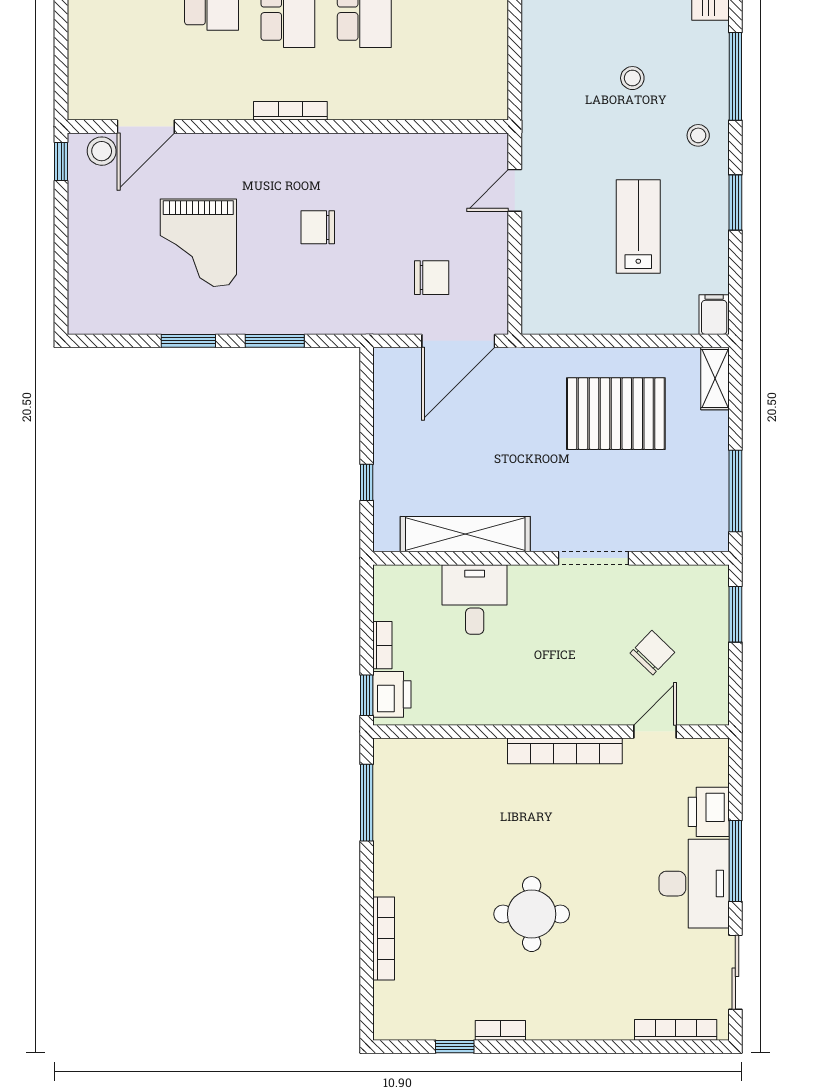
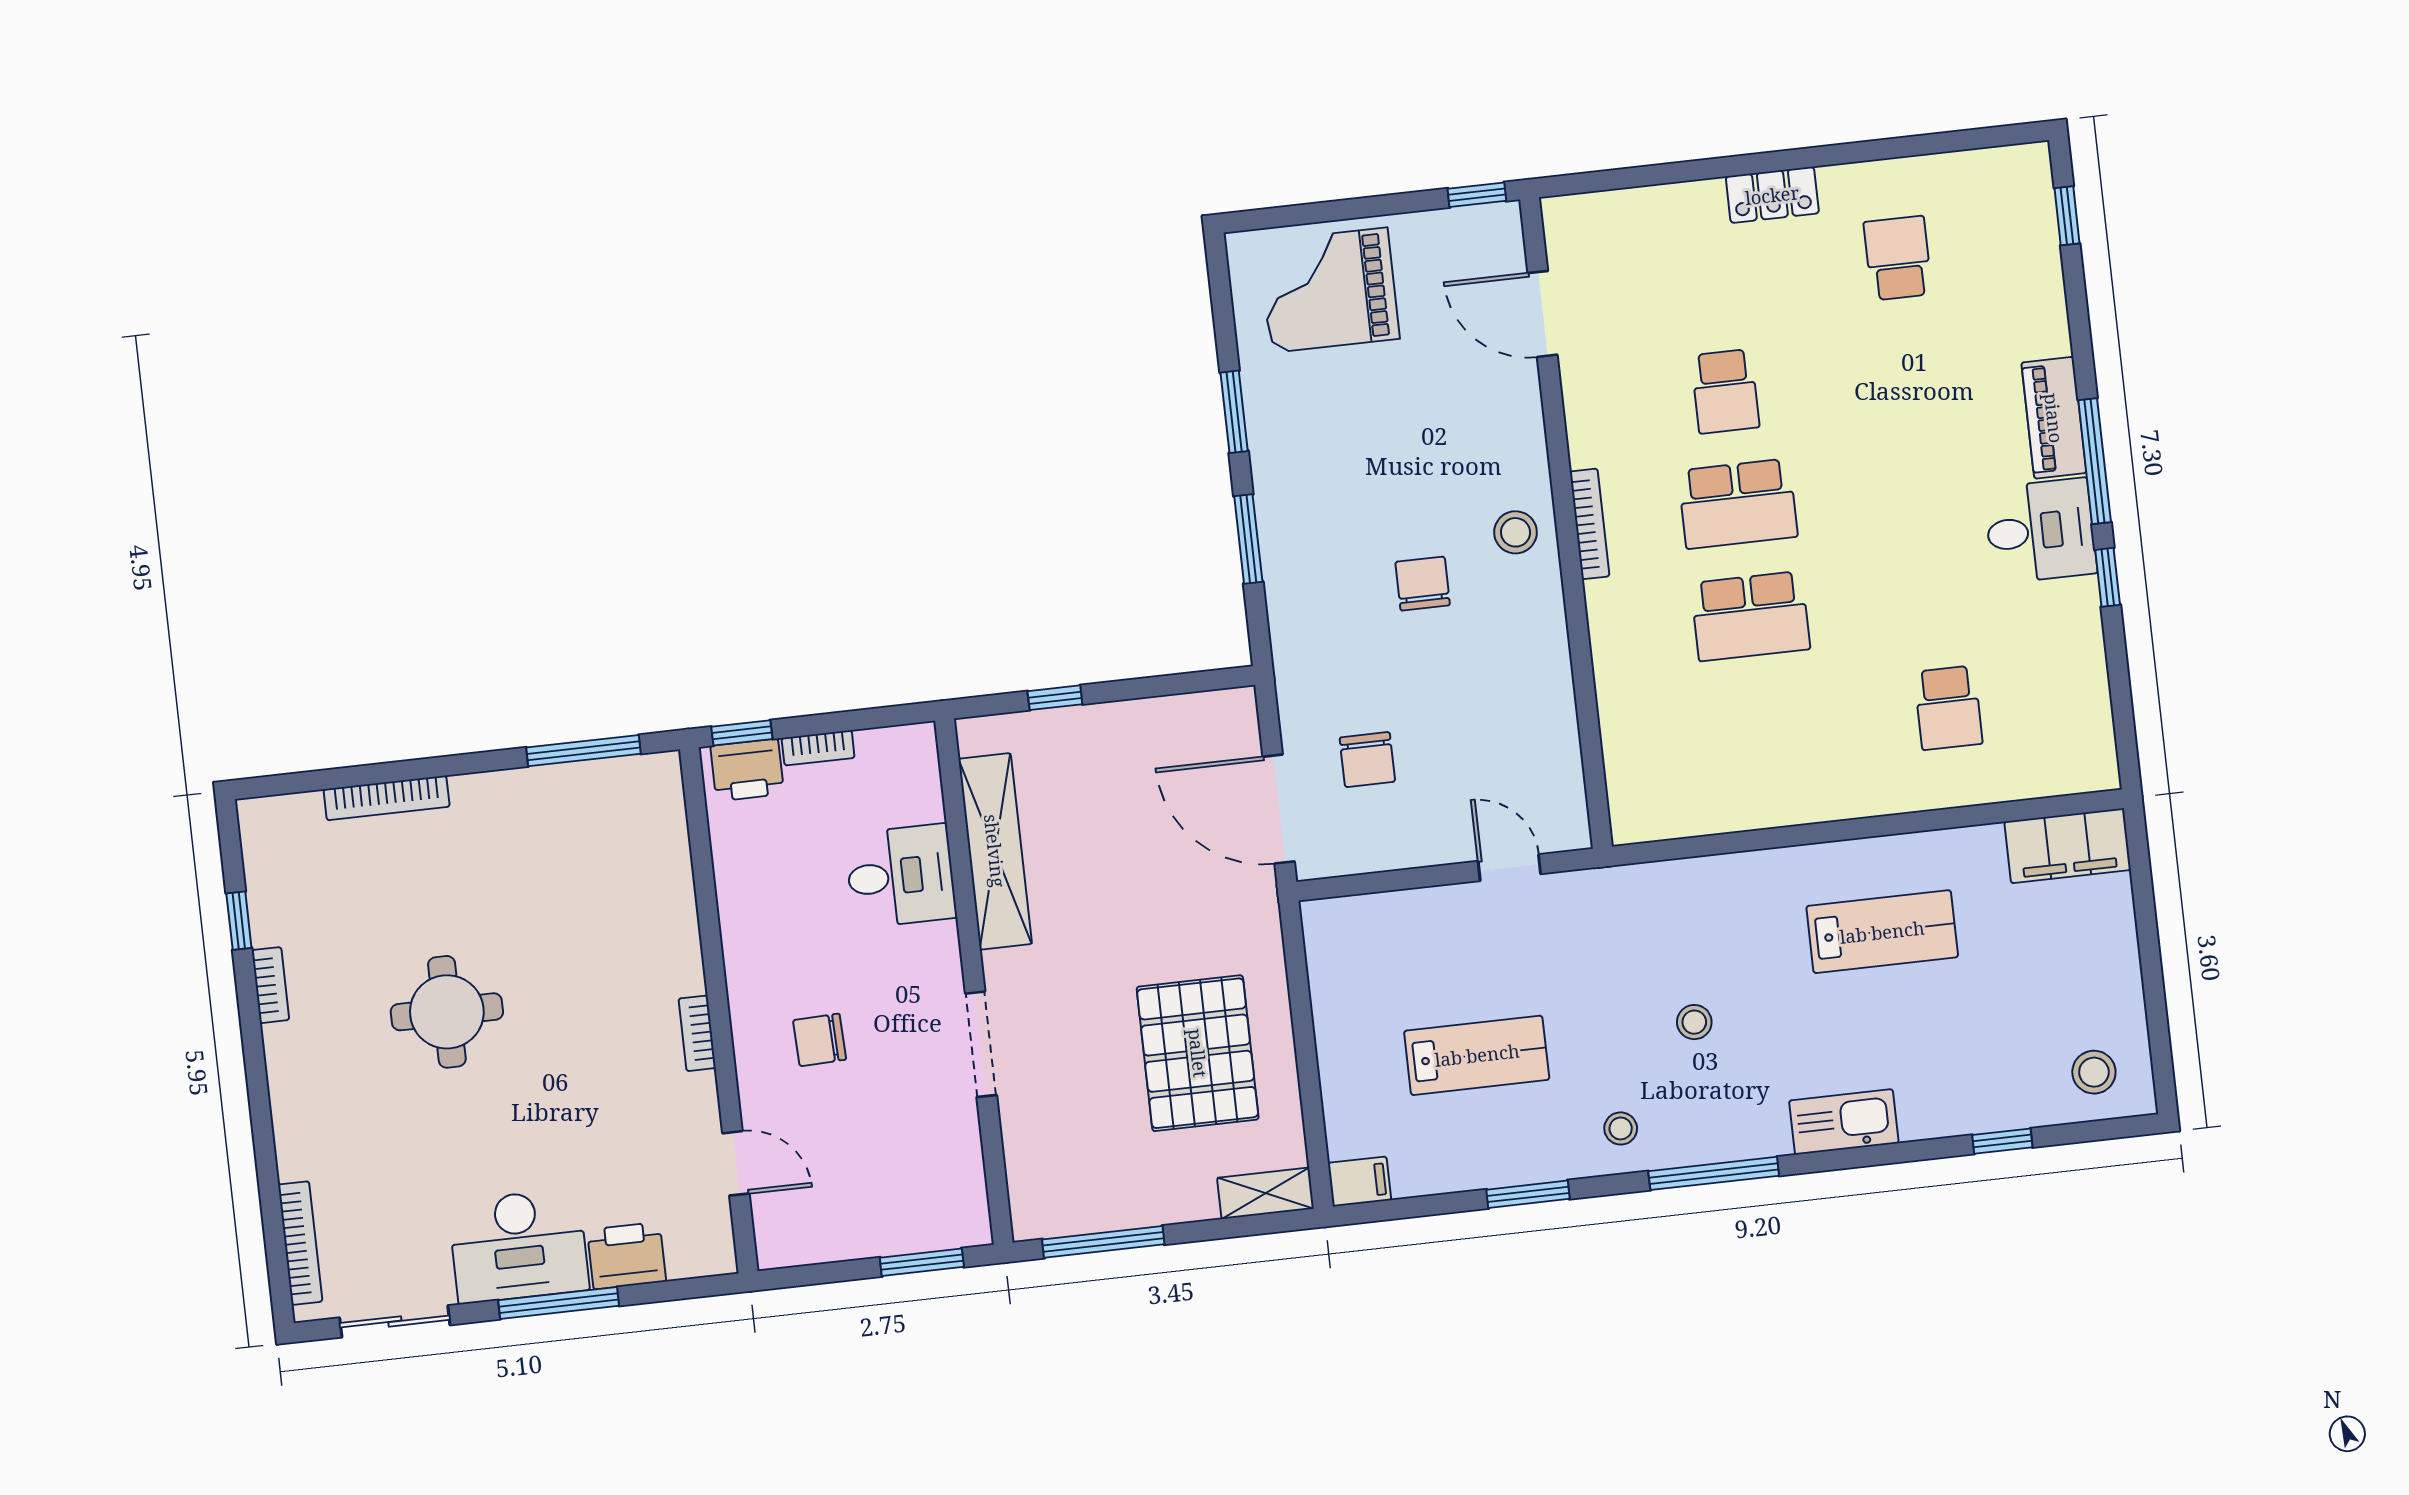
stool: (102, 151) -> (1515, 532), moved
grand piano: (198, 243) -> (1329, 290), moved
chair: (652, 653) -> (820, 1040), moved, turned 134
bookcase: (565, 751) -> (697, 1033), width x0.43, depth x0.76

